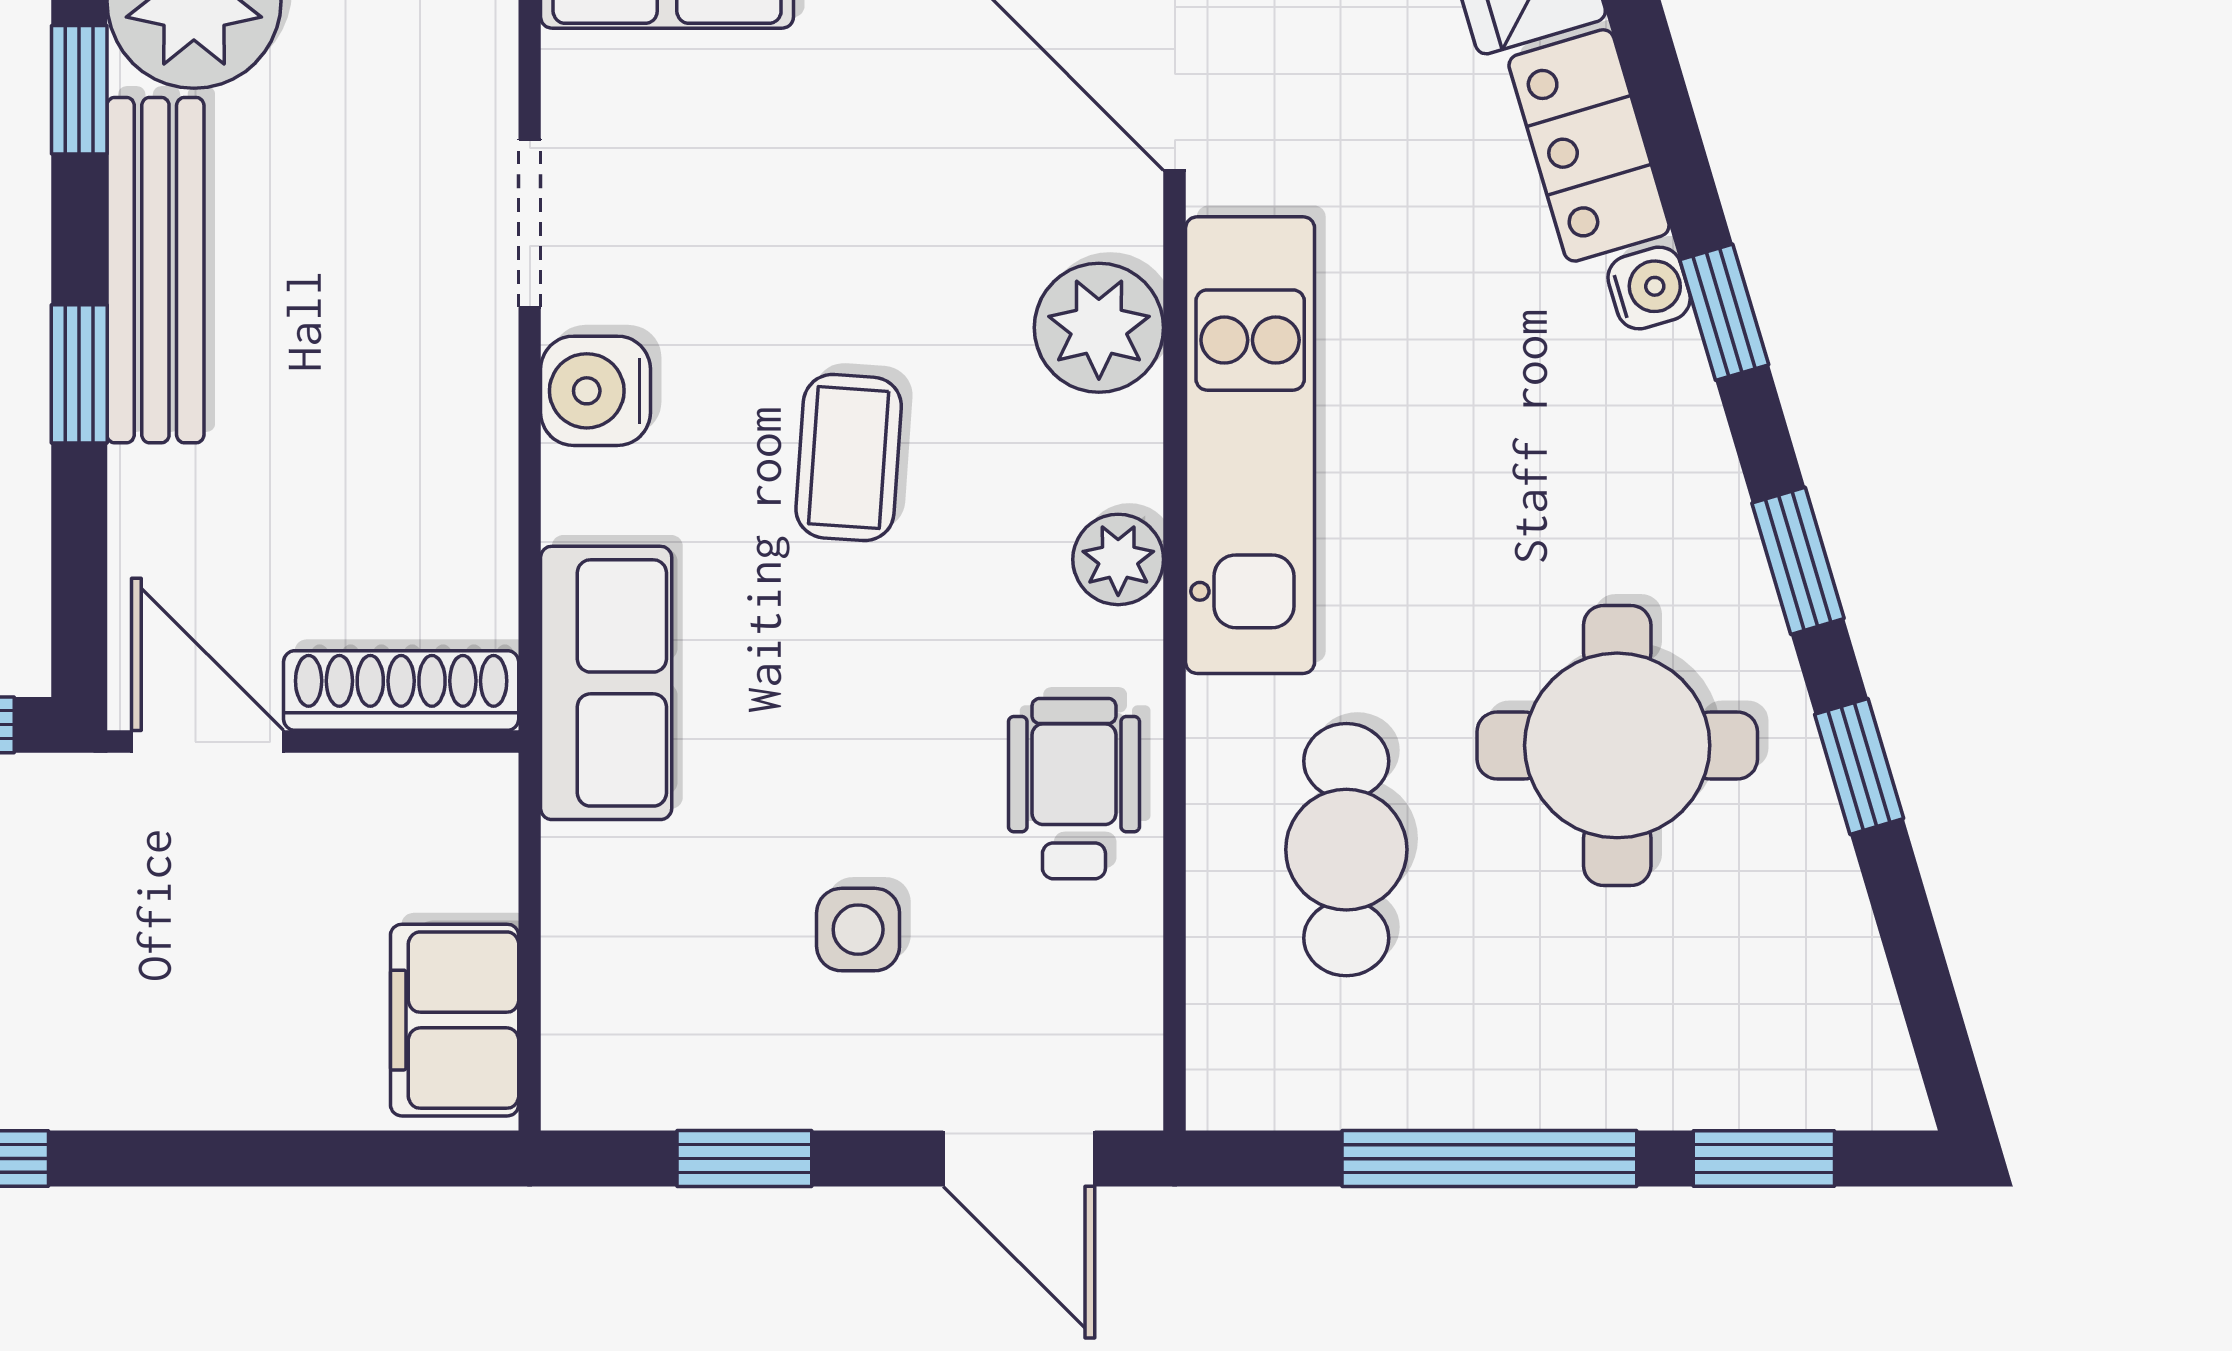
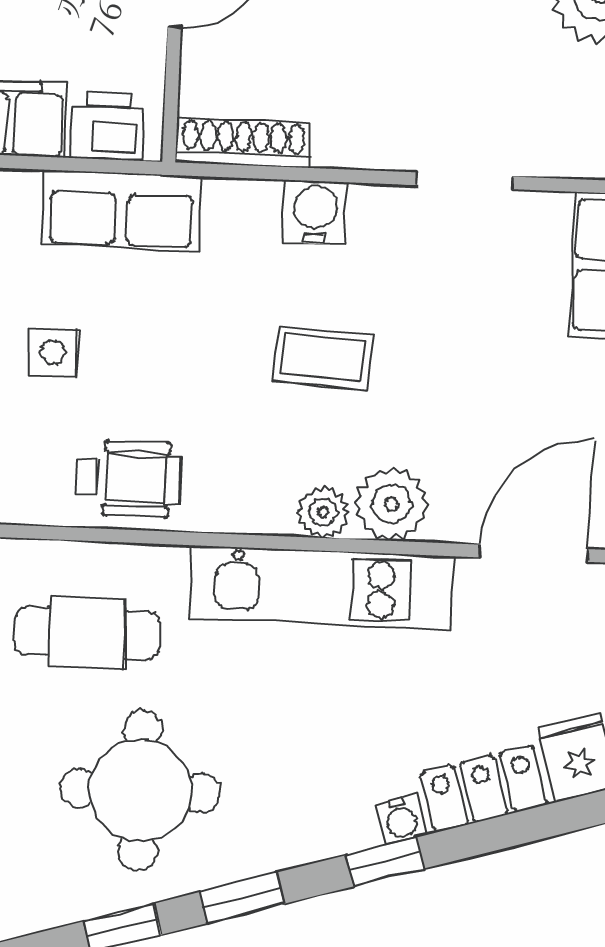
water cooler: (596, 391) -> (315, 212), moved
plant: (1118, 559) -> (323, 512), moved
row of seats: (606, 683) -> (122, 210), moved
shoe rack: (401, 690) -> (243, 142), moved, turned -90
printer: (460, 851) -> (107, 126), added

